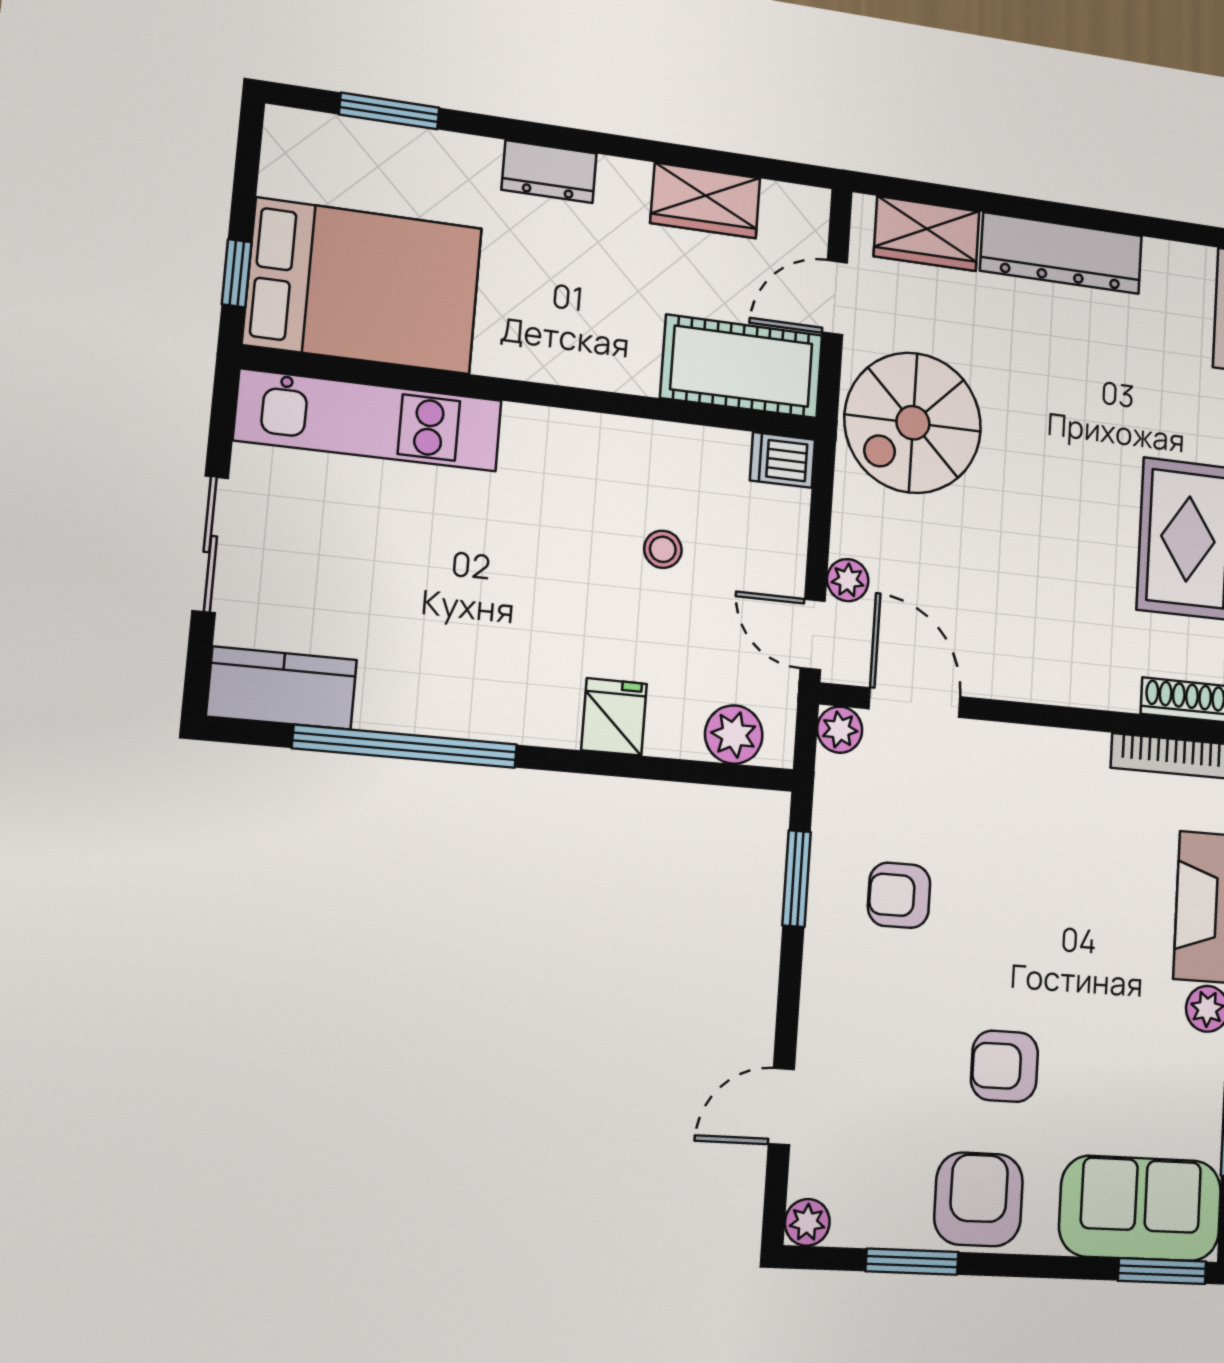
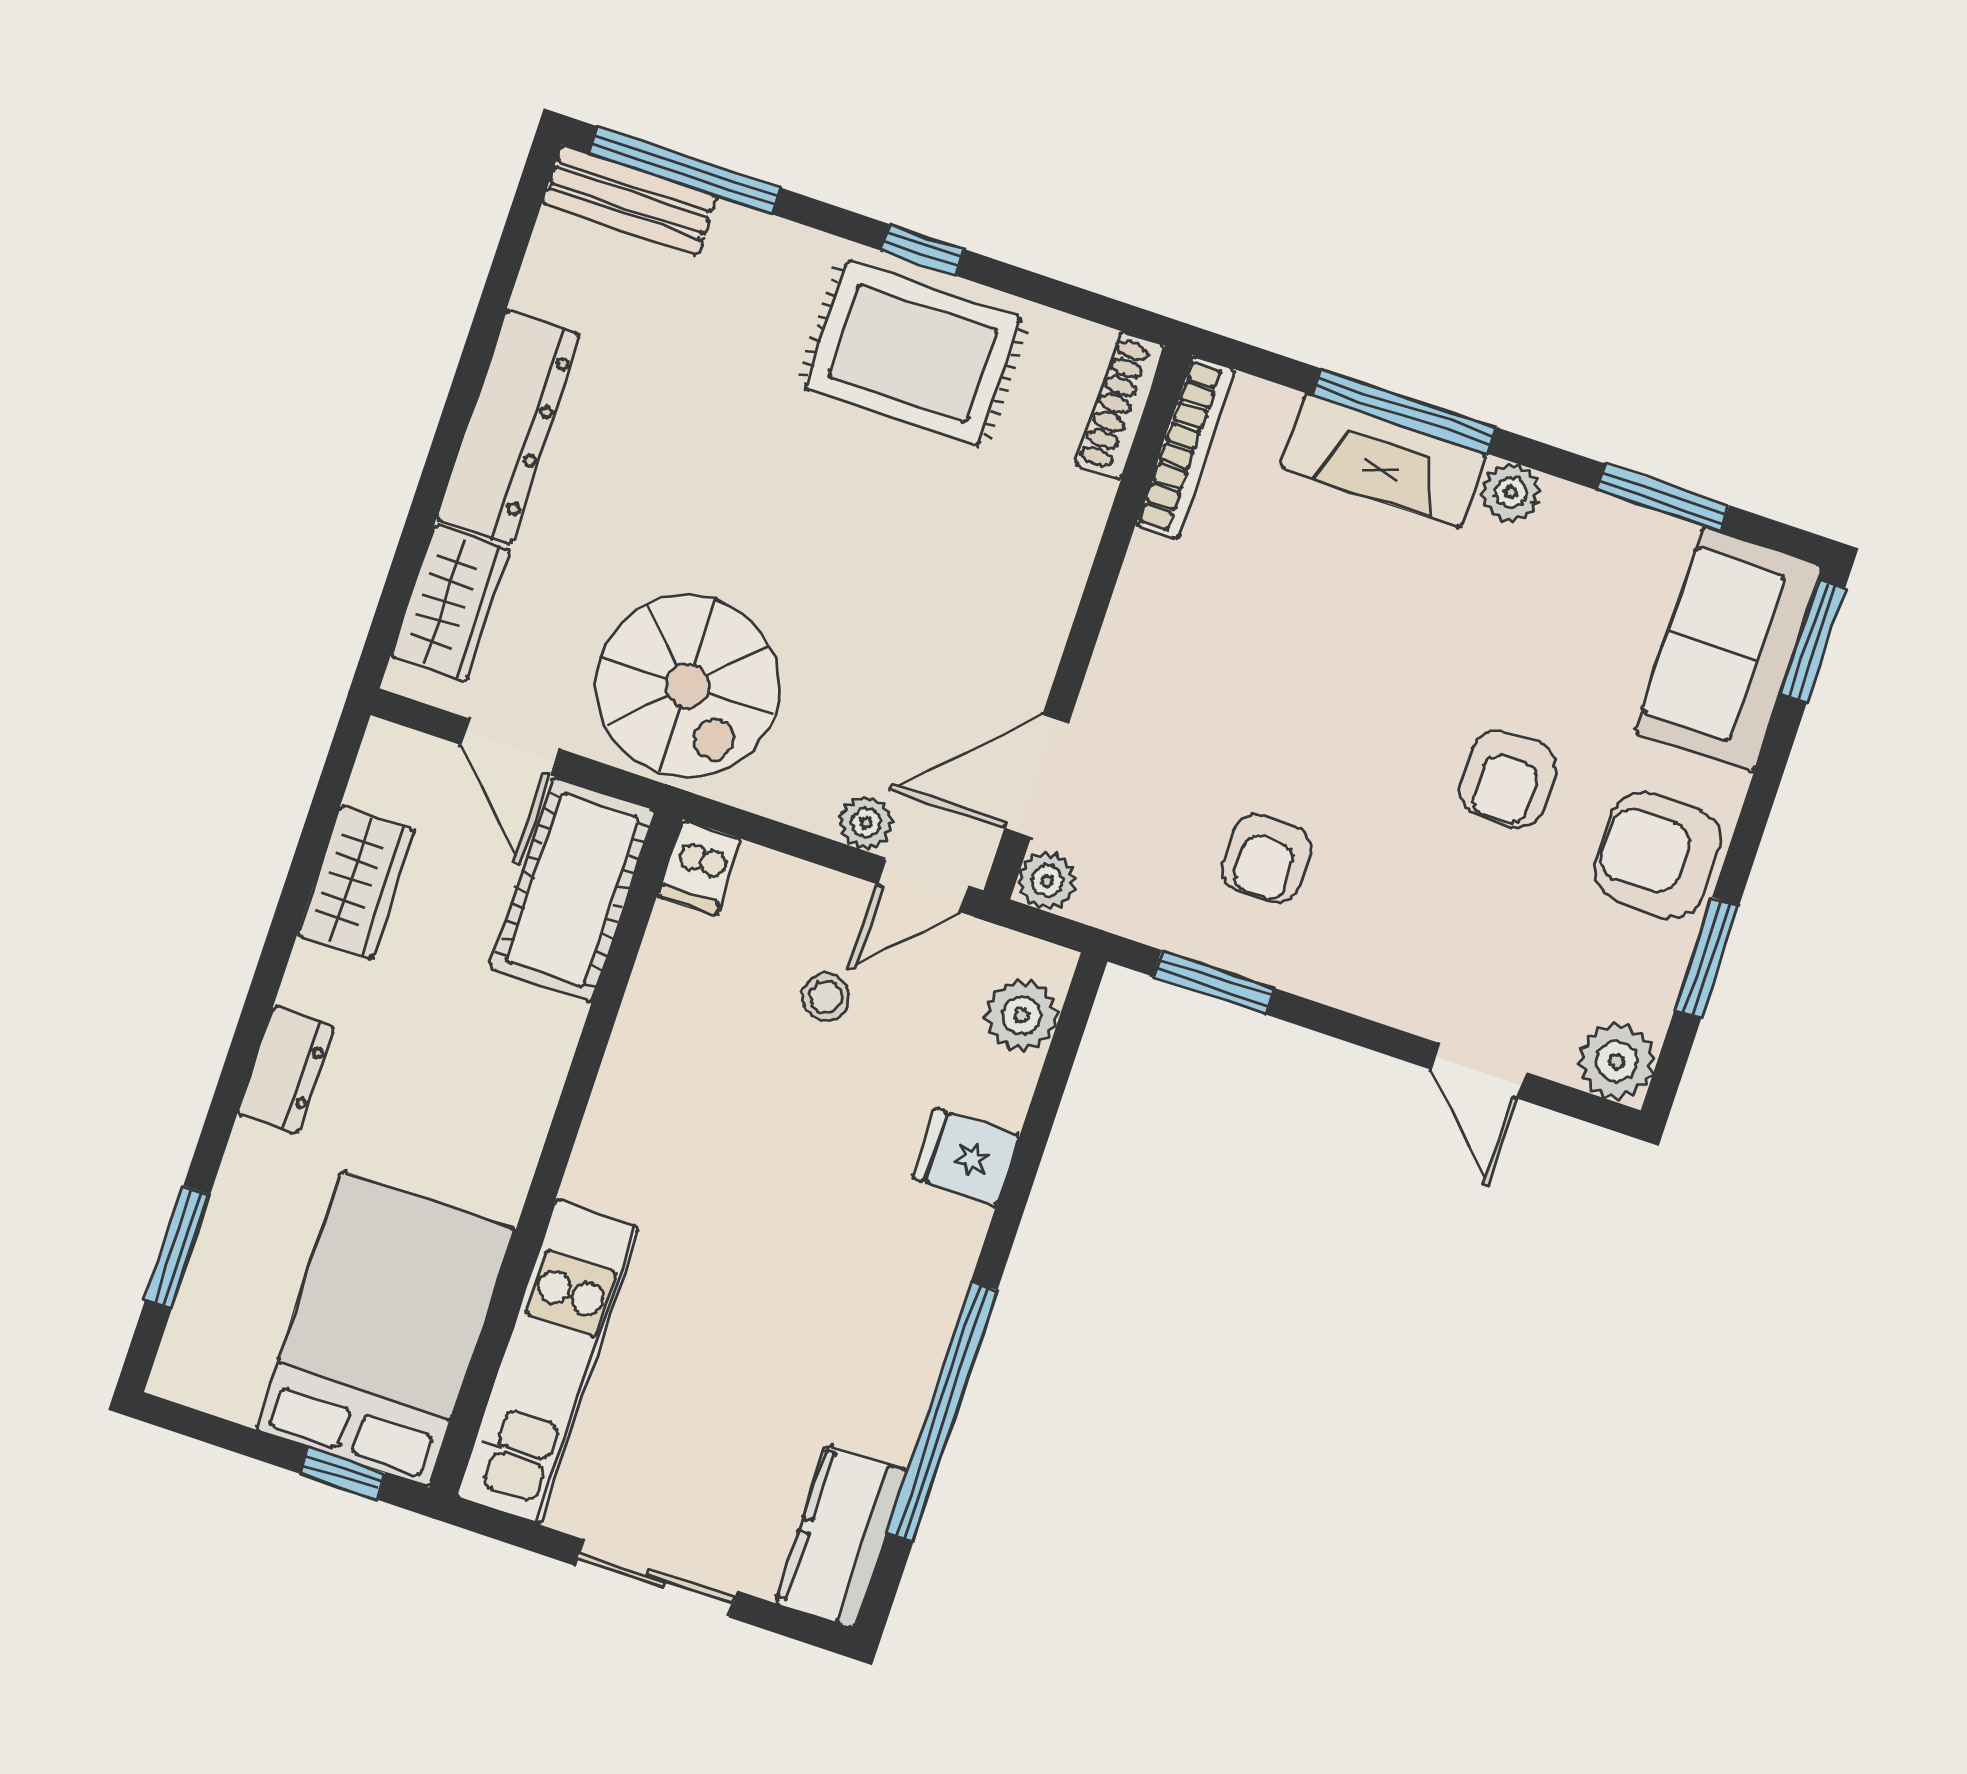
stool: (663, 549) -> (826, 997), moved
plant: (807, 1222) -> (1616, 1061), width x1.38, depth x1.38

